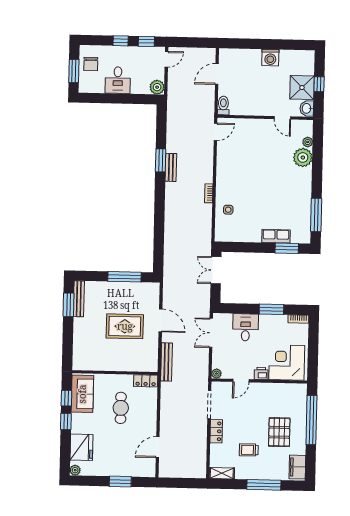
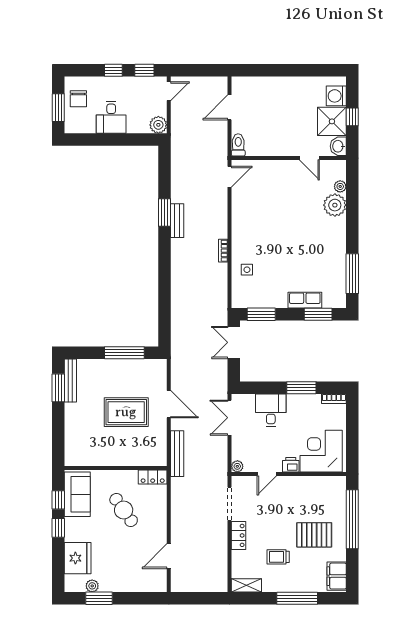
washing machine: (270, 58) -> (336, 96), moved, turned 90
window: (239, 247) -> (261, 314), added
cafe table: (121, 408) -> (124, 510), turned -35
pallet: (279, 432) -> (314, 535), turned 90
plant: (75, 470) -> (92, 586), moved
window: (120, 482) -> (99, 598), moved

